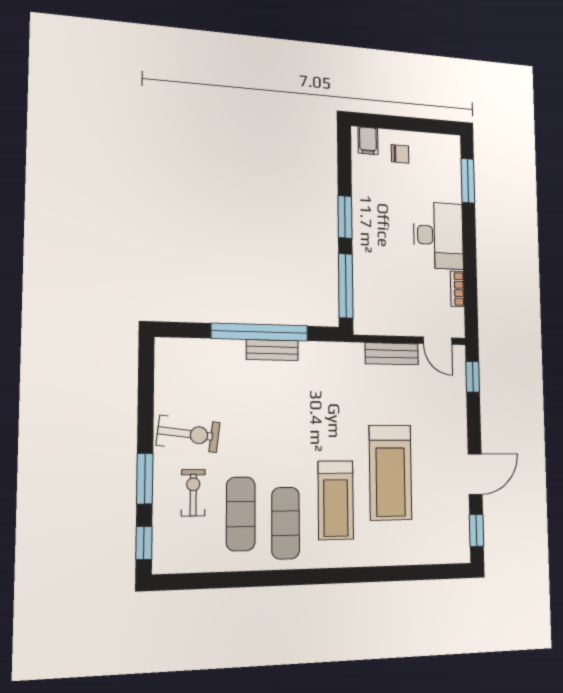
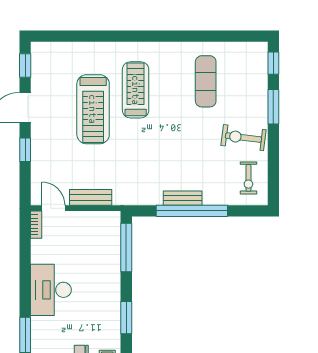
window: (345, 217) -> (126, 318), moved
bookcase: (457, 289) -> (36, 225), moved
window: (473, 377) -> (25, 150), moved
treadmill: (390, 472) -> (93, 109), turned 180
exercise bike: (193, 493) -> (248, 178), moved
exercise mat: (286, 523) -> (173, 74), removed

